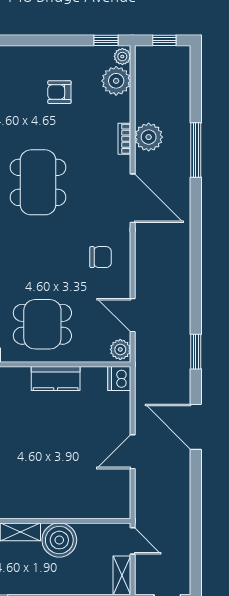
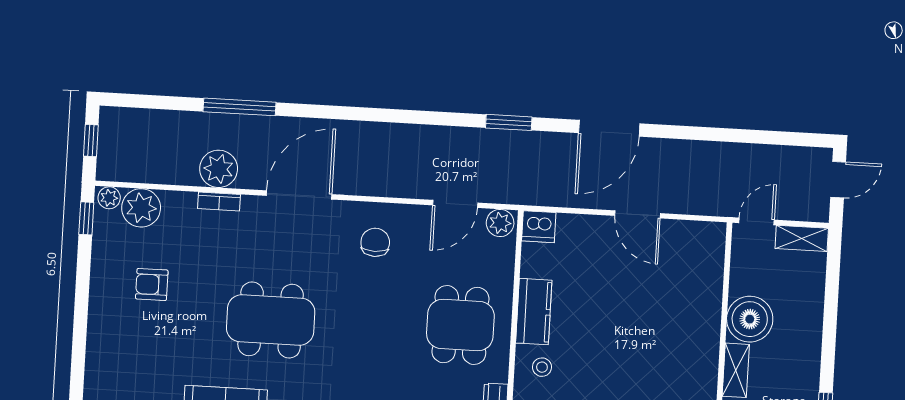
armchair: (59, 92) -> (152, 284), turned 90
stool: (15, 387) -> (542, 367), added

